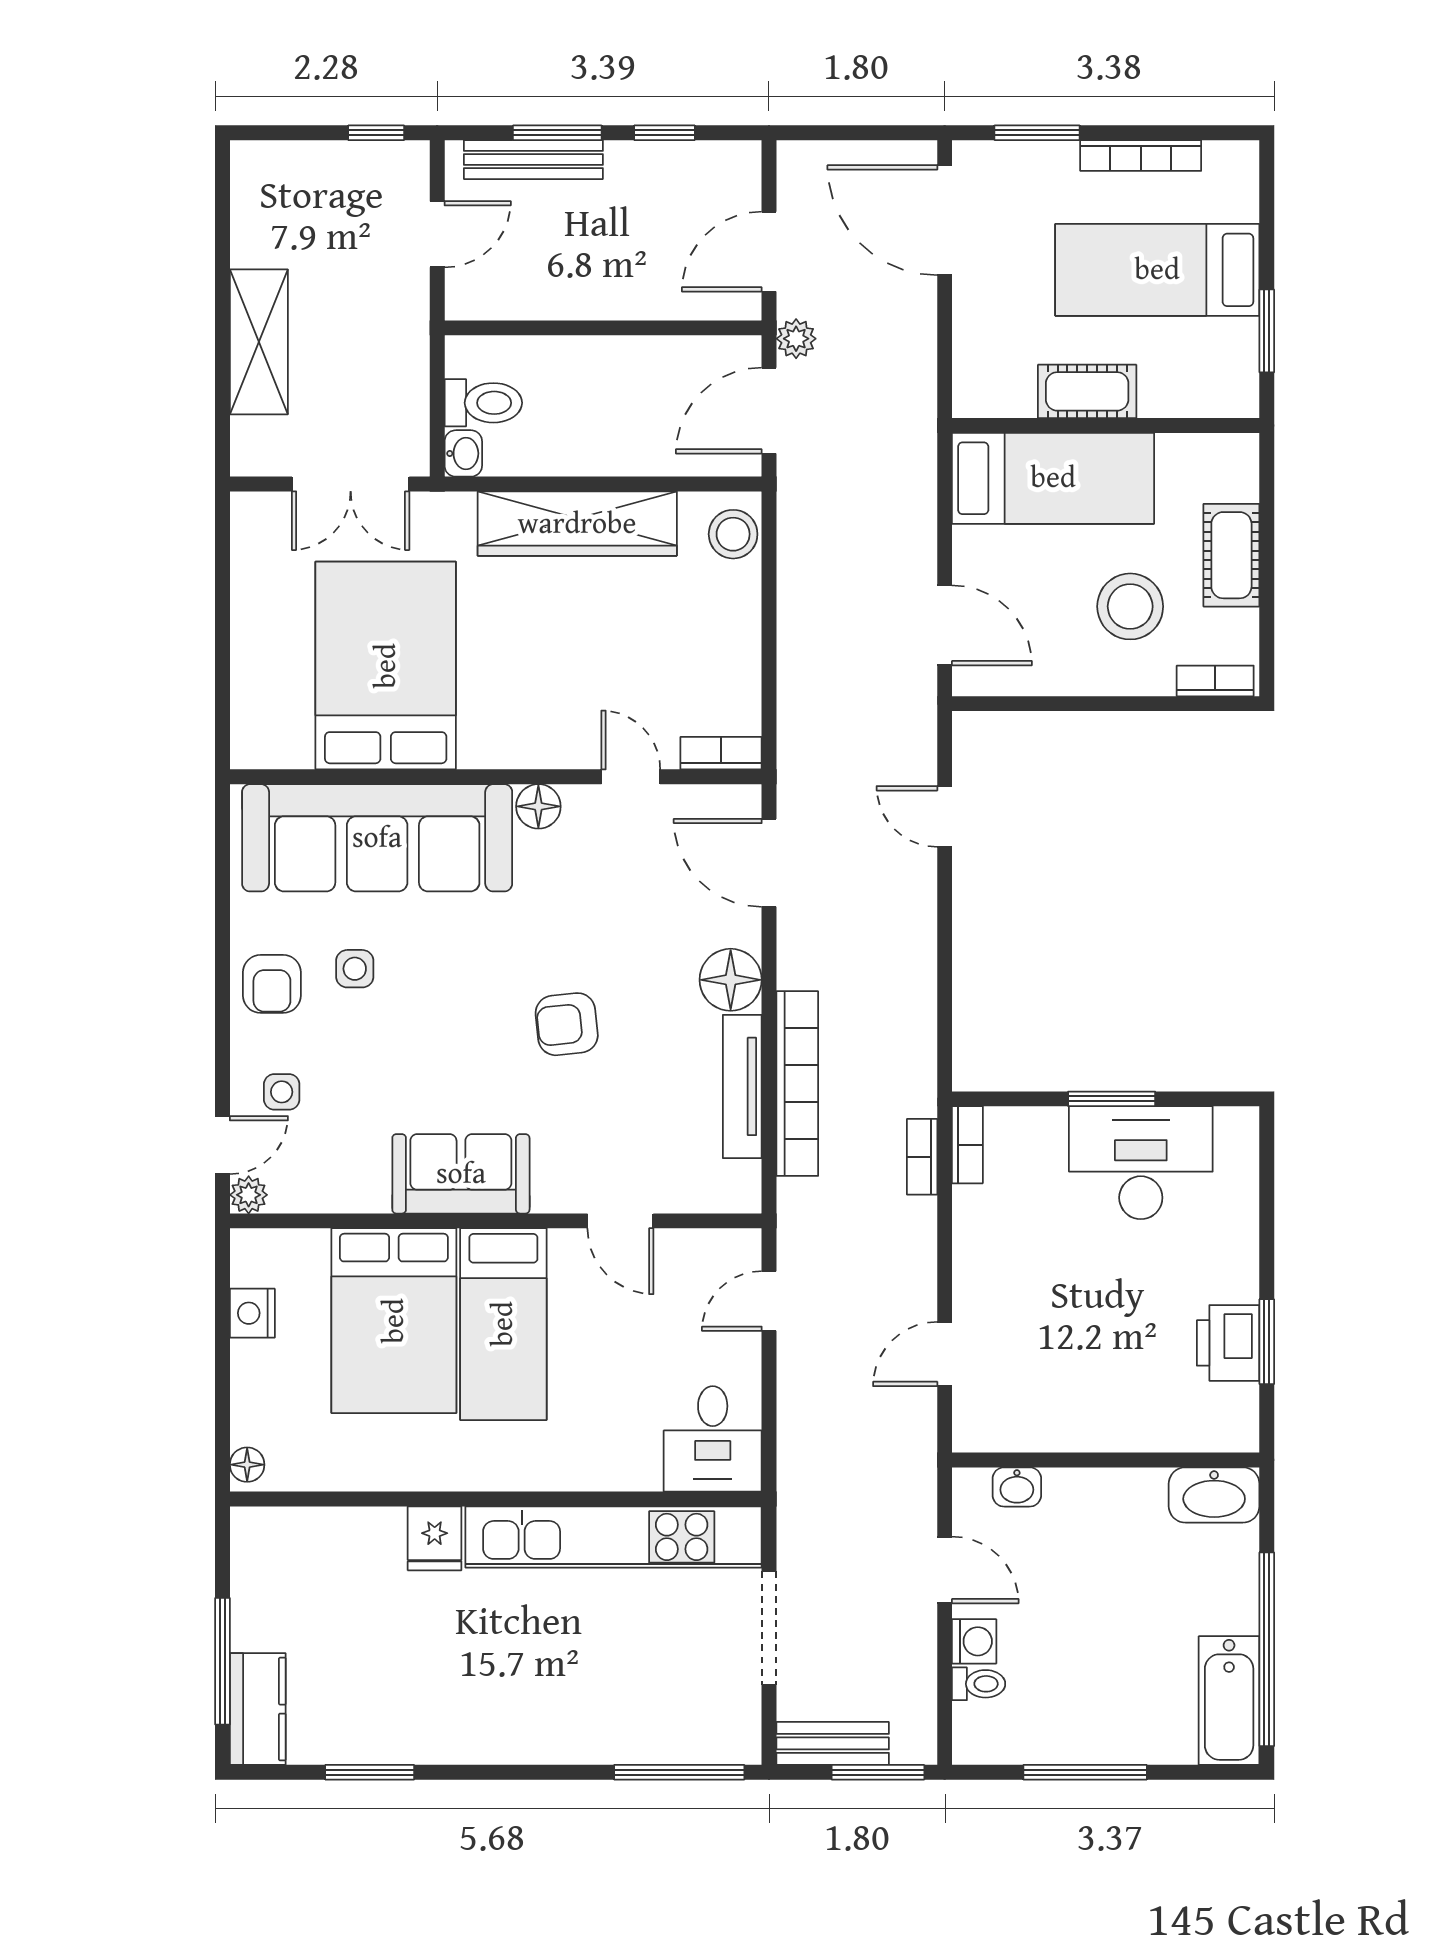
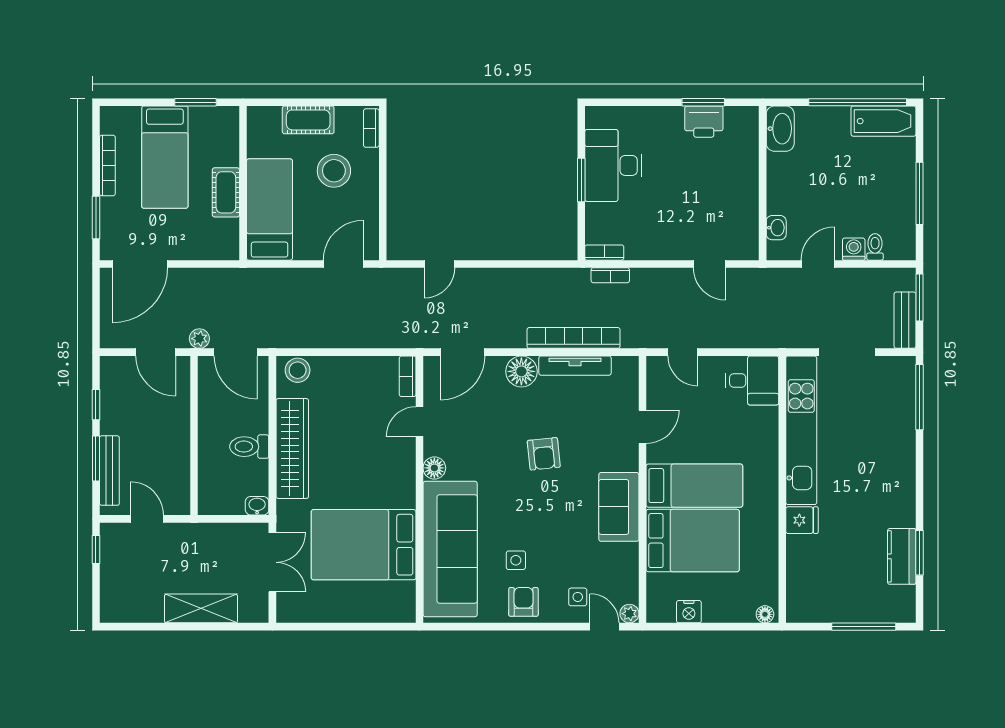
toilet: (483, 403) -> (249, 447), moved, turned -90
armchair: (272, 984) -> (523, 602), turned -90
kitchen counter: (258, 1709) -> (902, 556), moved, turned -90

